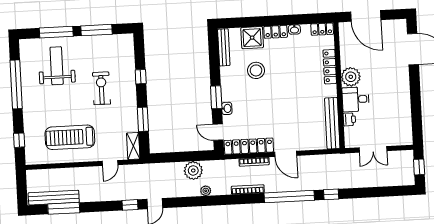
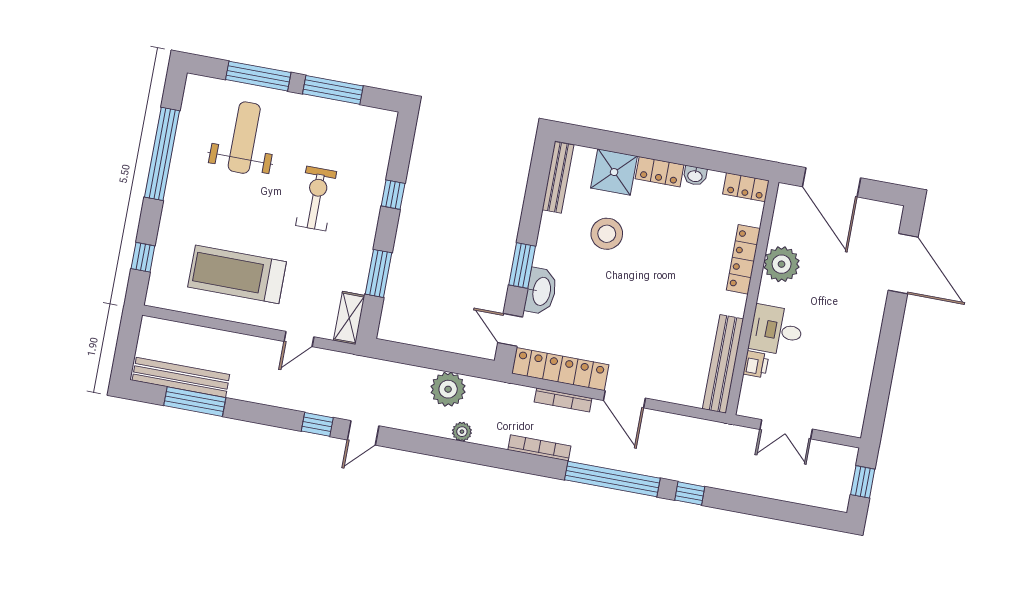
plant: (351, 77) -> (782, 264), moved
washbasin: (227, 108) -> (541, 291), width x1.91, depth x1.45

